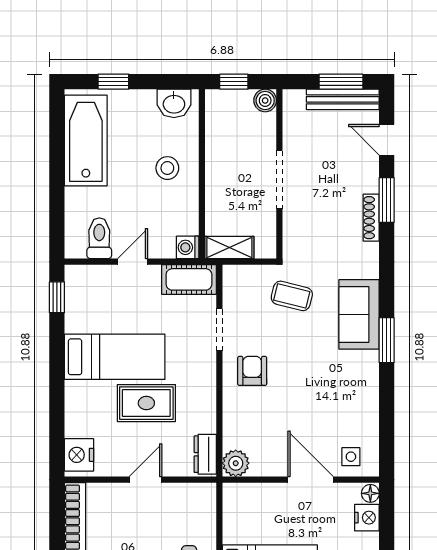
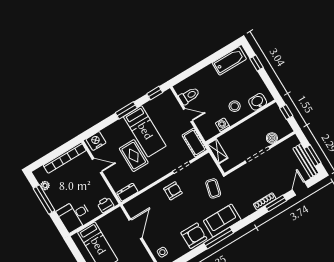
boiler: (265, 100) -> (272, 138), moved
washbasin: (174, 103) -> (258, 102), moved, turned 90
bathtub: (86, 140) -> (229, 61), width x0.73, depth x0.73
washing machine: (188, 247) -> (222, 125), moved
window: (387, 340) -> (219, 238), width x1.44
window: (57, 367) -> (126, 110), added
armchair: (356, 382) -> (194, 236), added
plant: (236, 463) -> (131, 207), removed
door: (145, 480) -> (97, 166), moved
door: (311, 480) -> (136, 229), moved
printer: (204, 507) -> (105, 205), added

